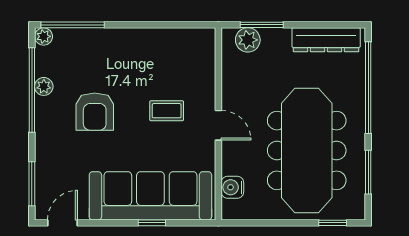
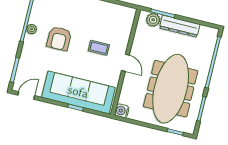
dresser: (326, 40) -> (180, 26), moved
plant: (44, 86) -> (32, 29), moved
water cooler: (232, 187) -> (122, 111), moved

